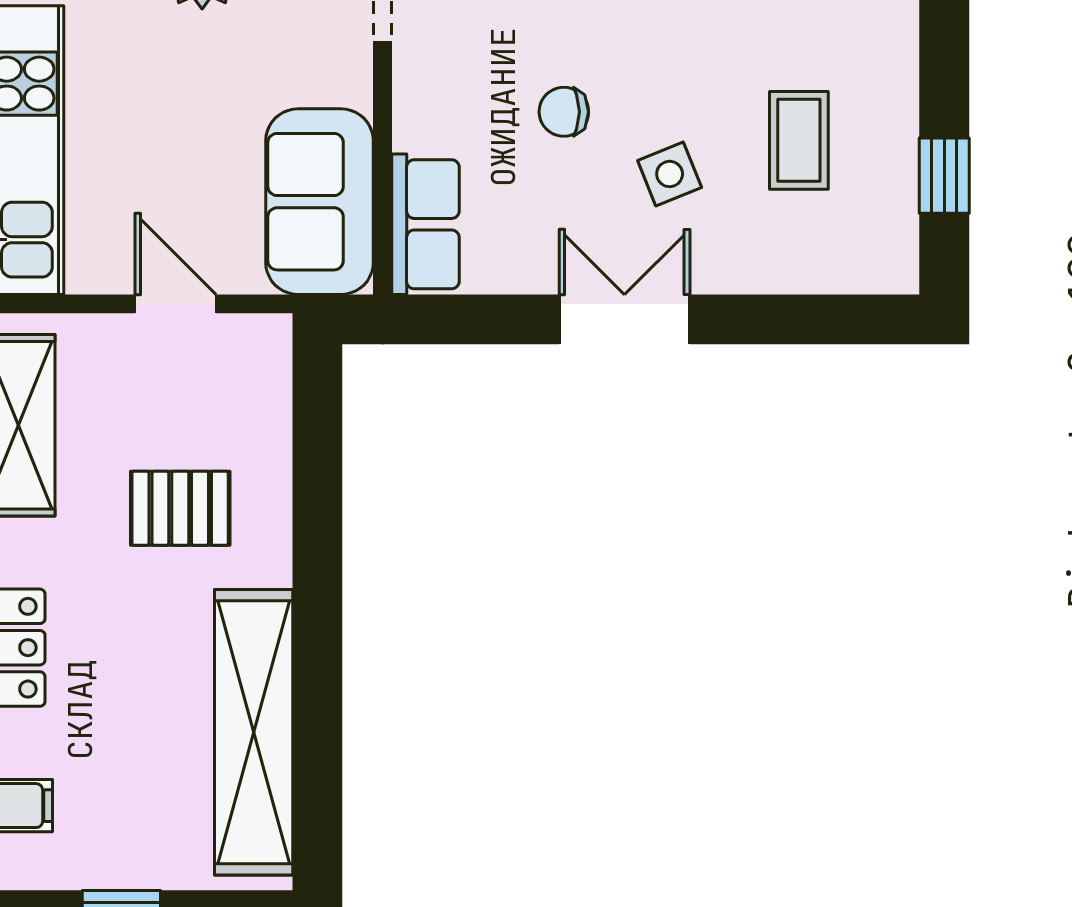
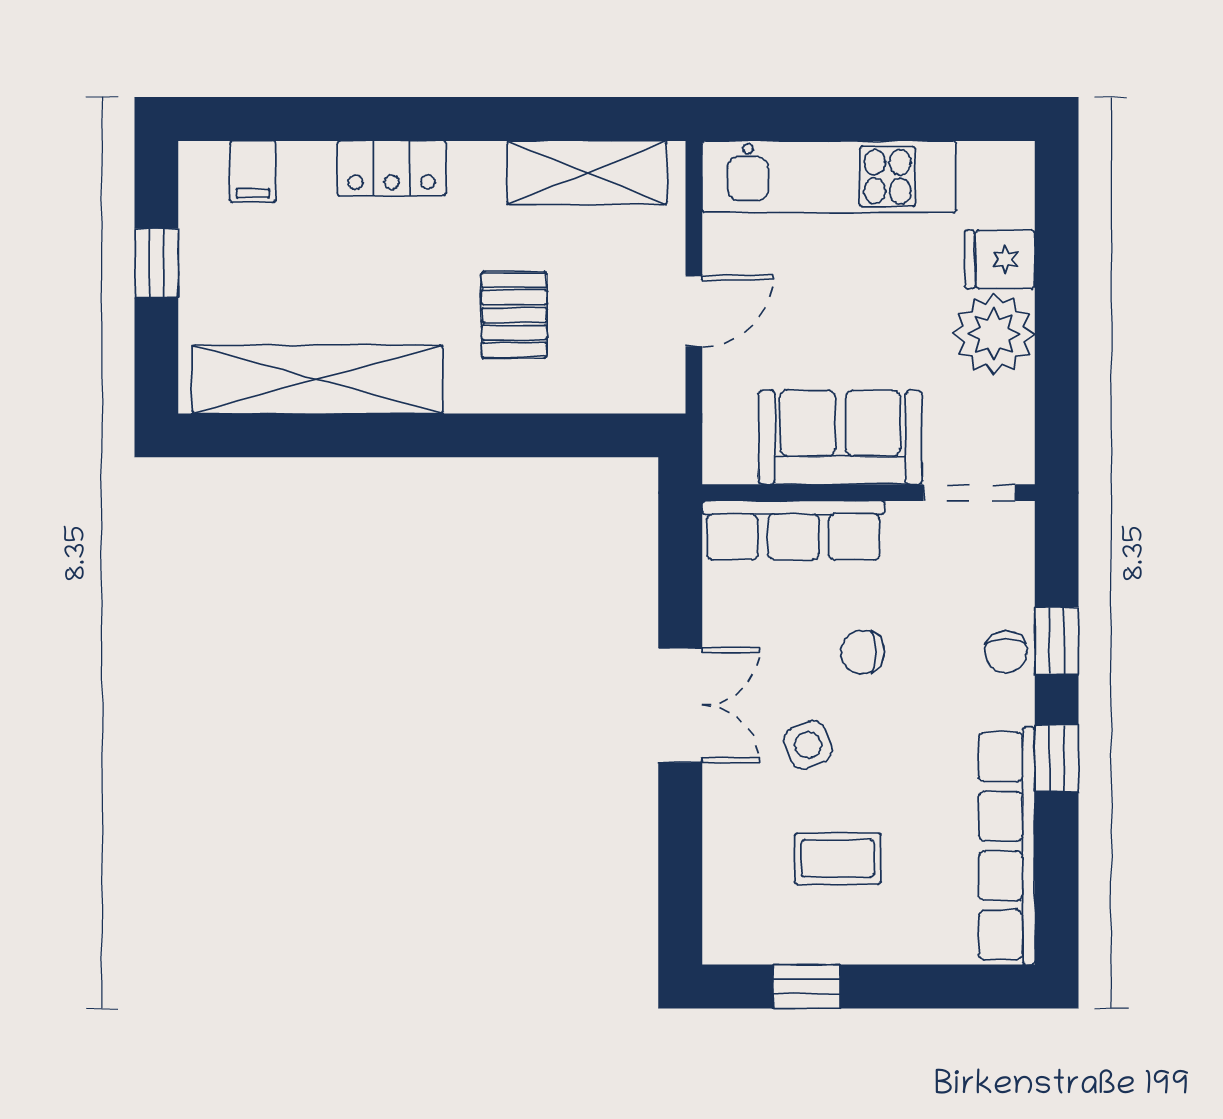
chair: (564, 112) -> (863, 652), turned -90
sofa: (319, 202) -> (840, 437), moved
row of seats: (425, 224) -> (793, 530), width x1.48

